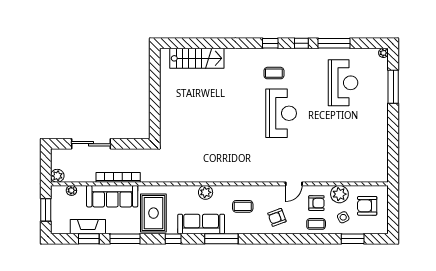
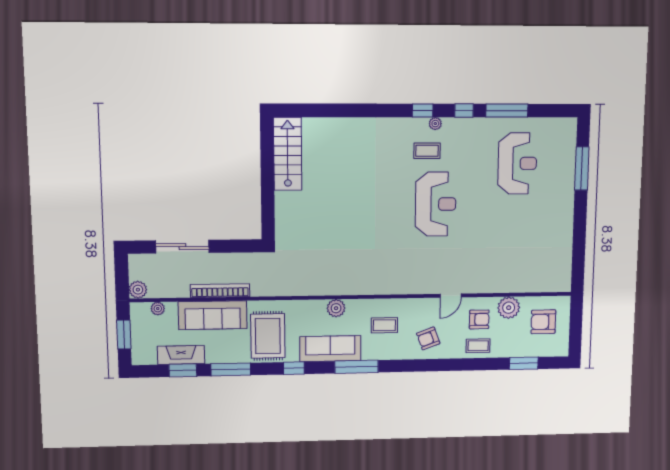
plant: (383, 53) -> (435, 124), moved
stairs: (197, 58) -> (288, 154), moved, turned -90
side table: (343, 217) -> (513, 337), removed

